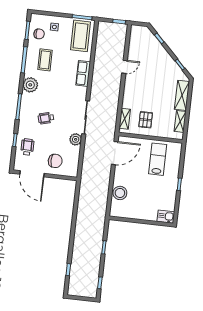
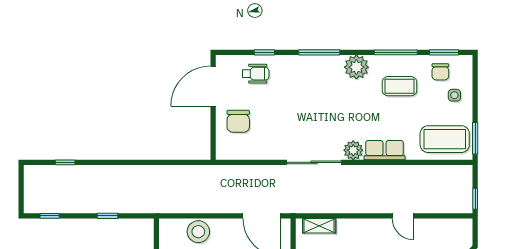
wheelchair: (46, 118) -> (306, 98), removed
plant: (76, 139) -> (353, 150), moved

